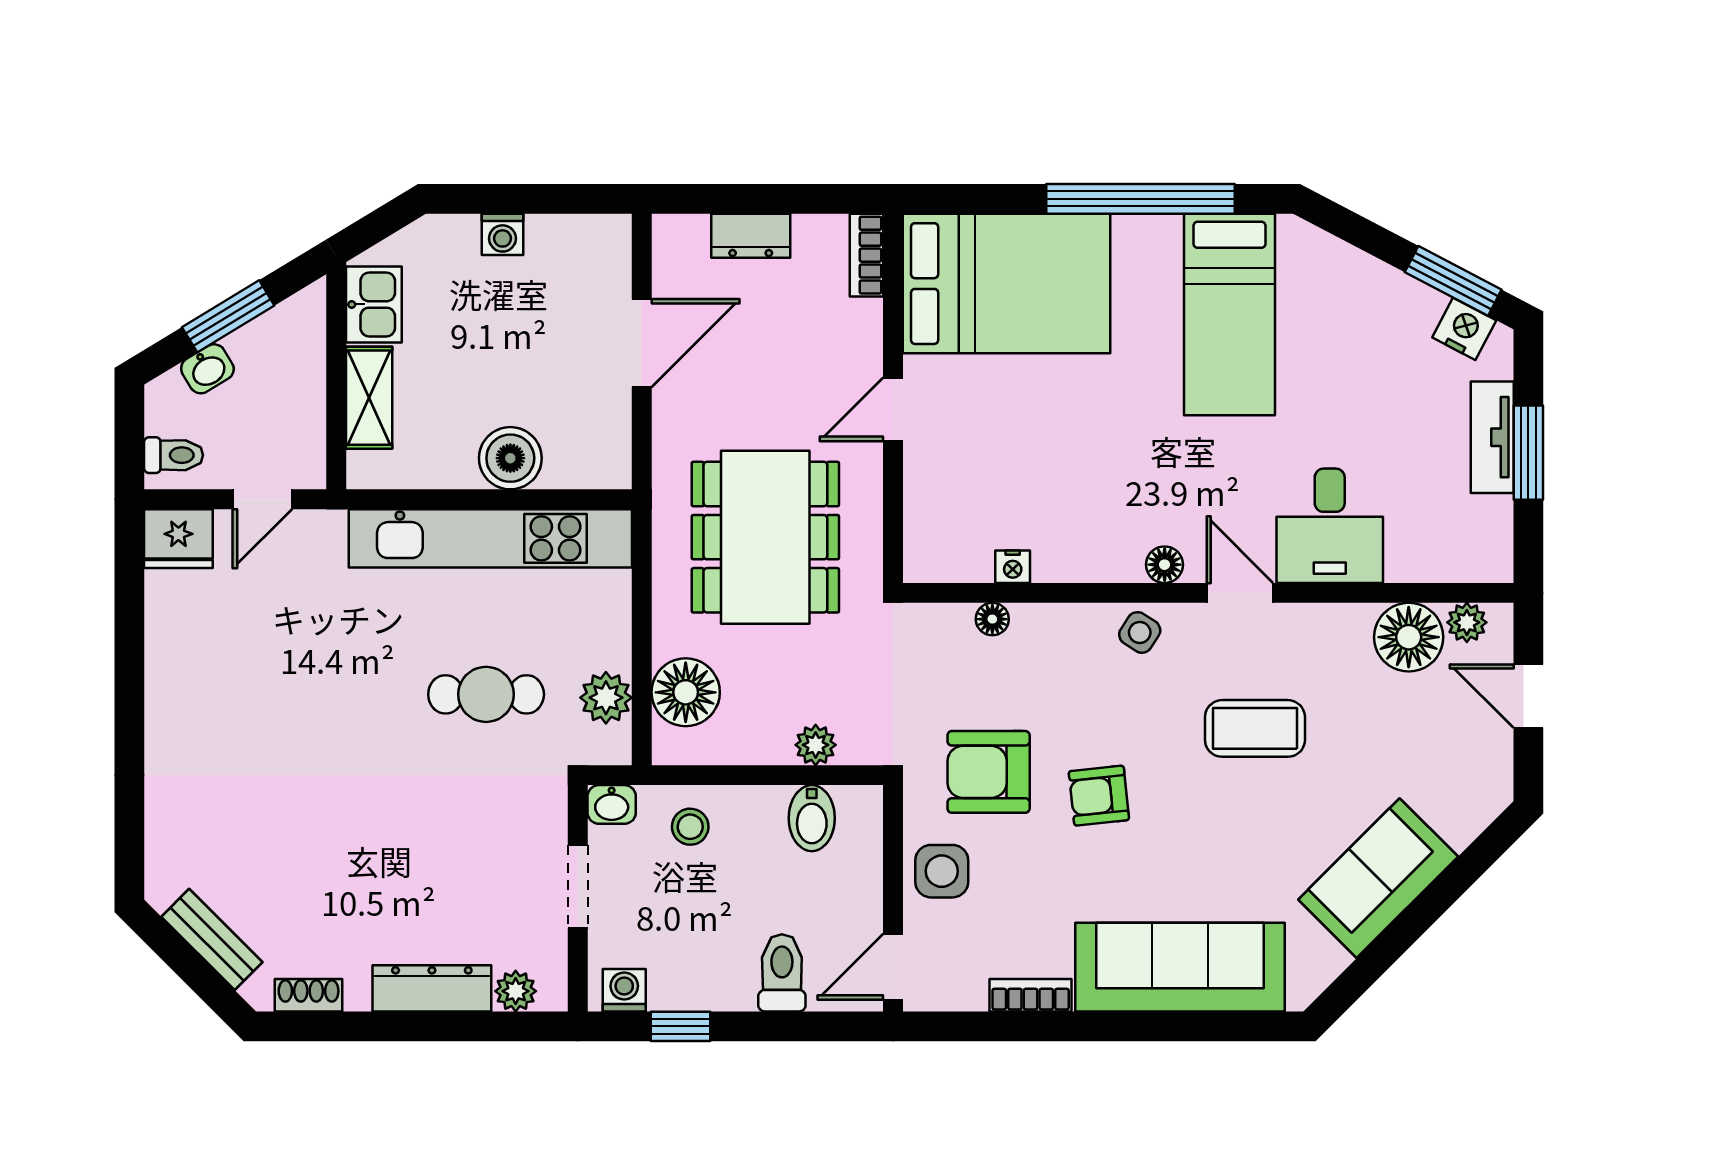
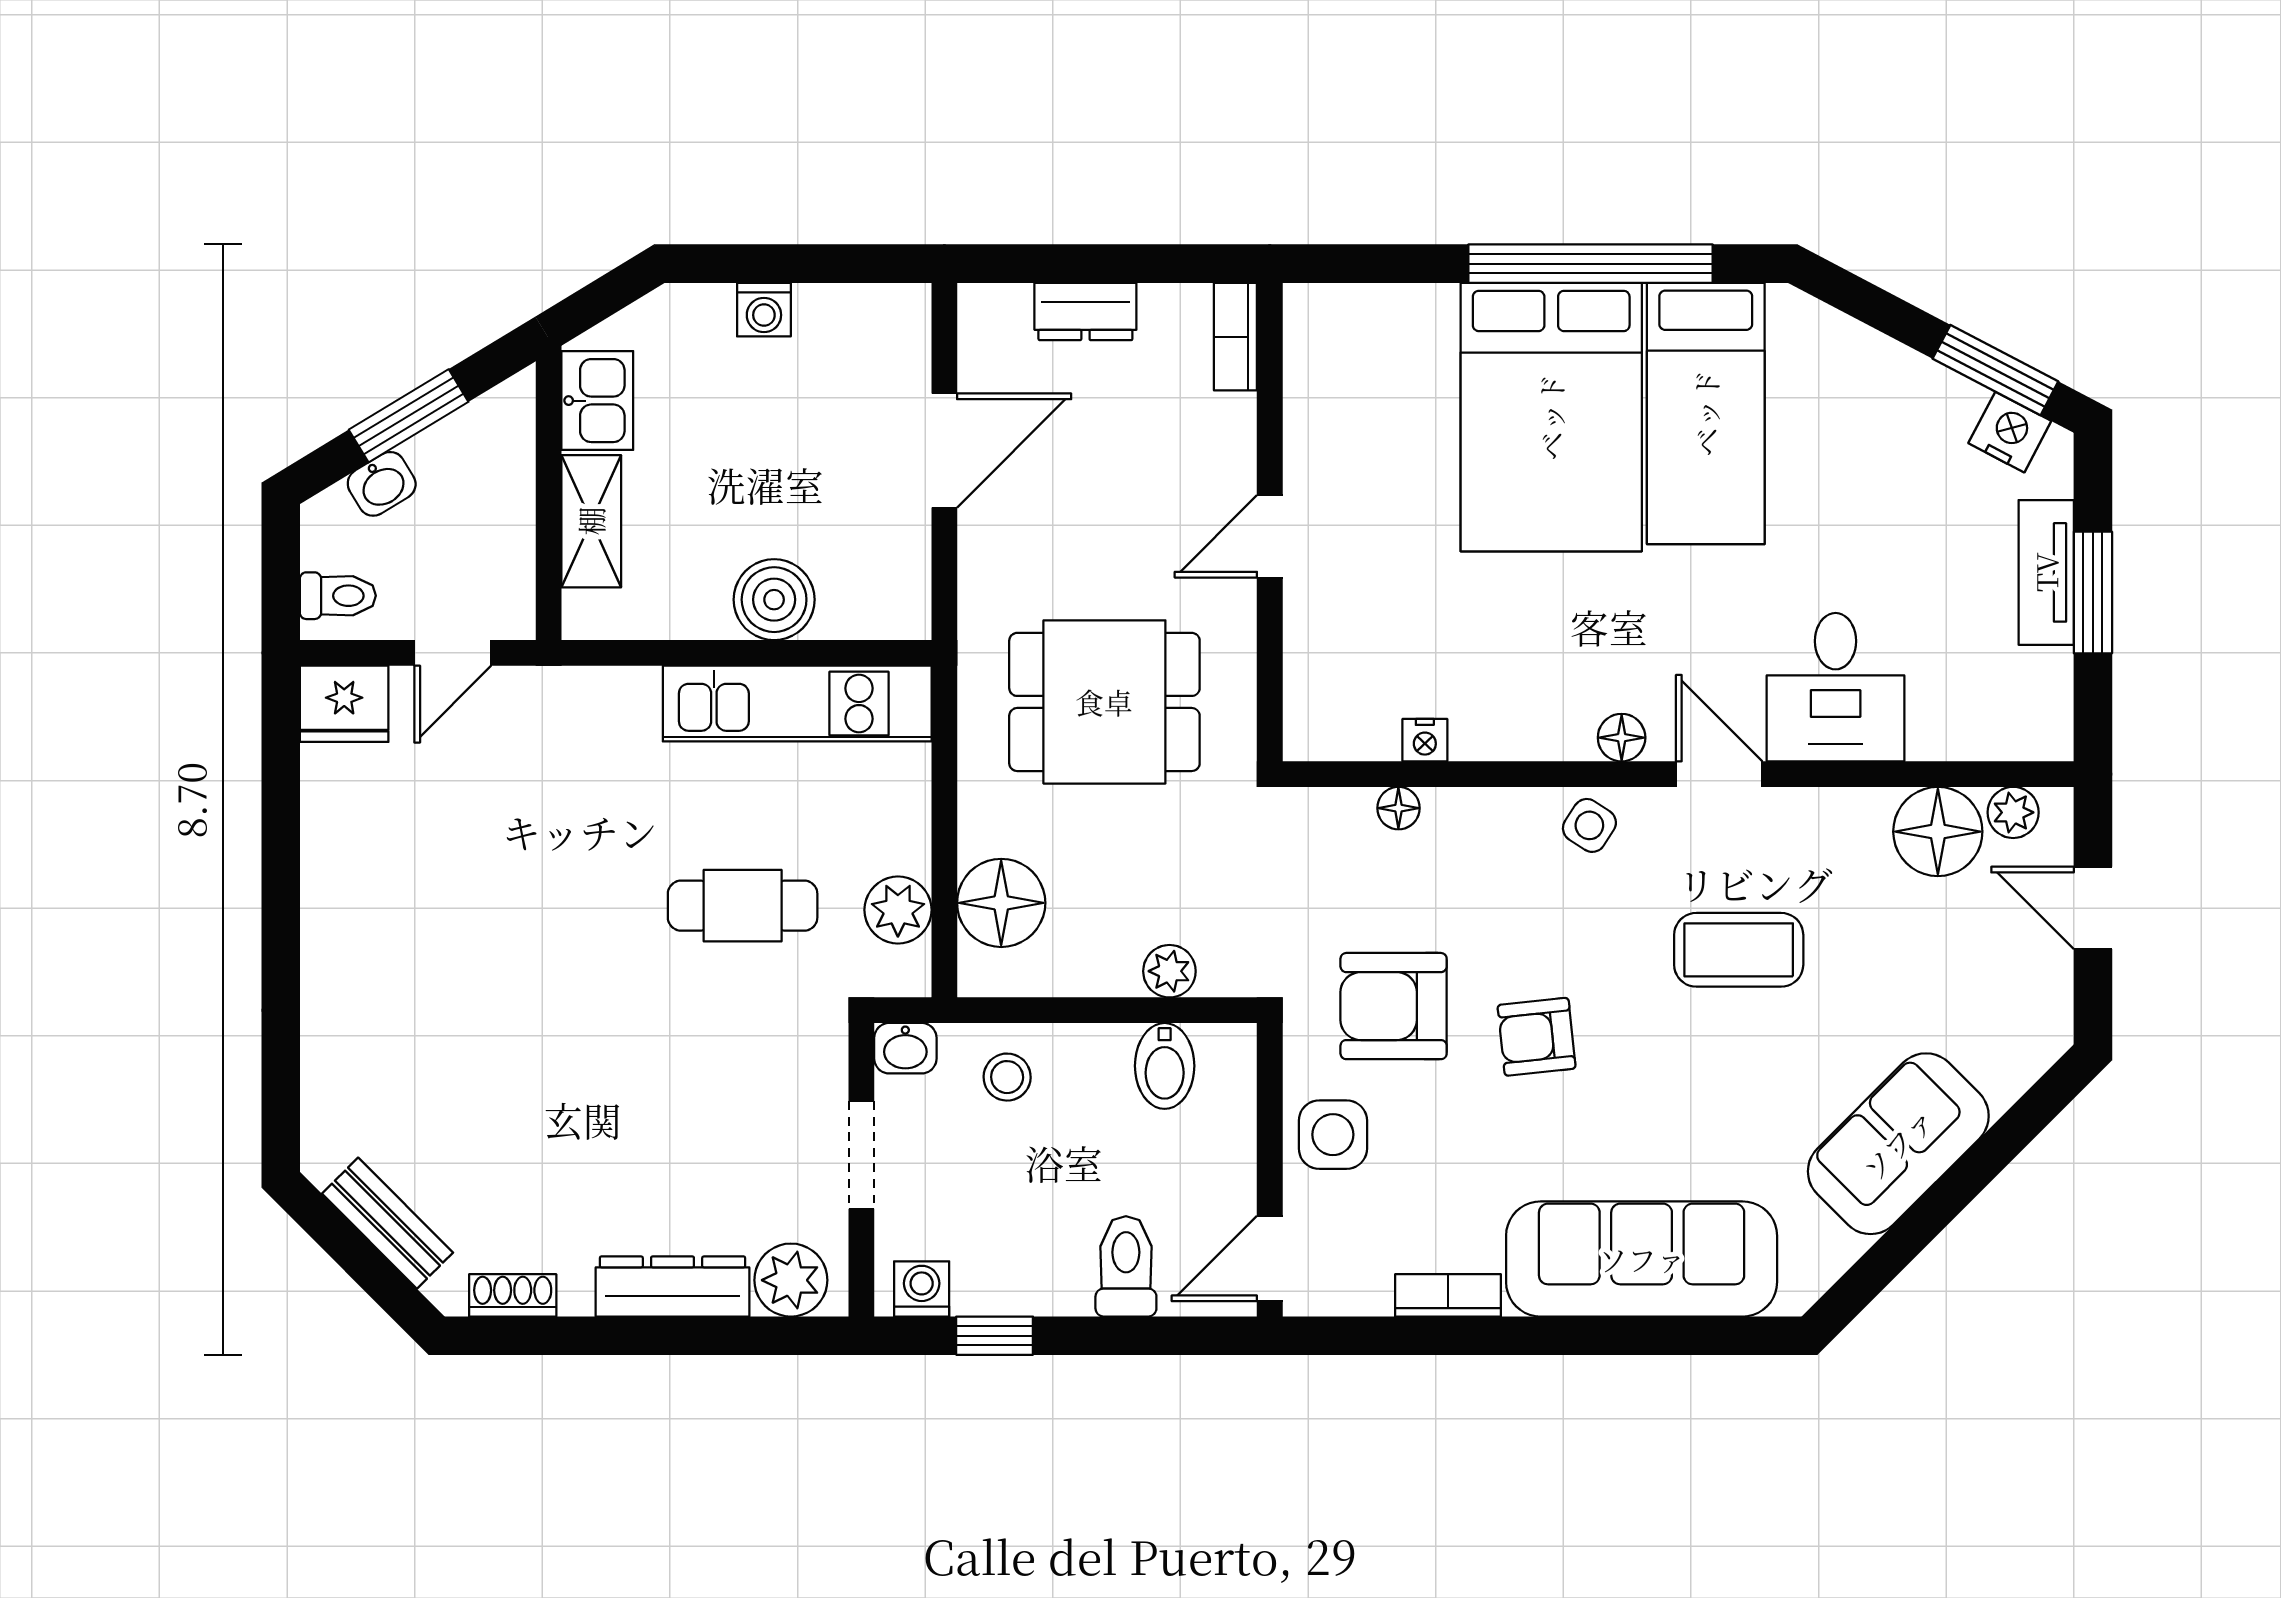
bed: (1006, 284) -> (1551, 417), moved, turned 90
dining table: (765, 537) -> (1104, 702), width x0.73
kitchen unit: (490, 538) -> (797, 704), width x0.73
plant: (516, 991) -> (791, 1280), width x1.38, depth x1.38

